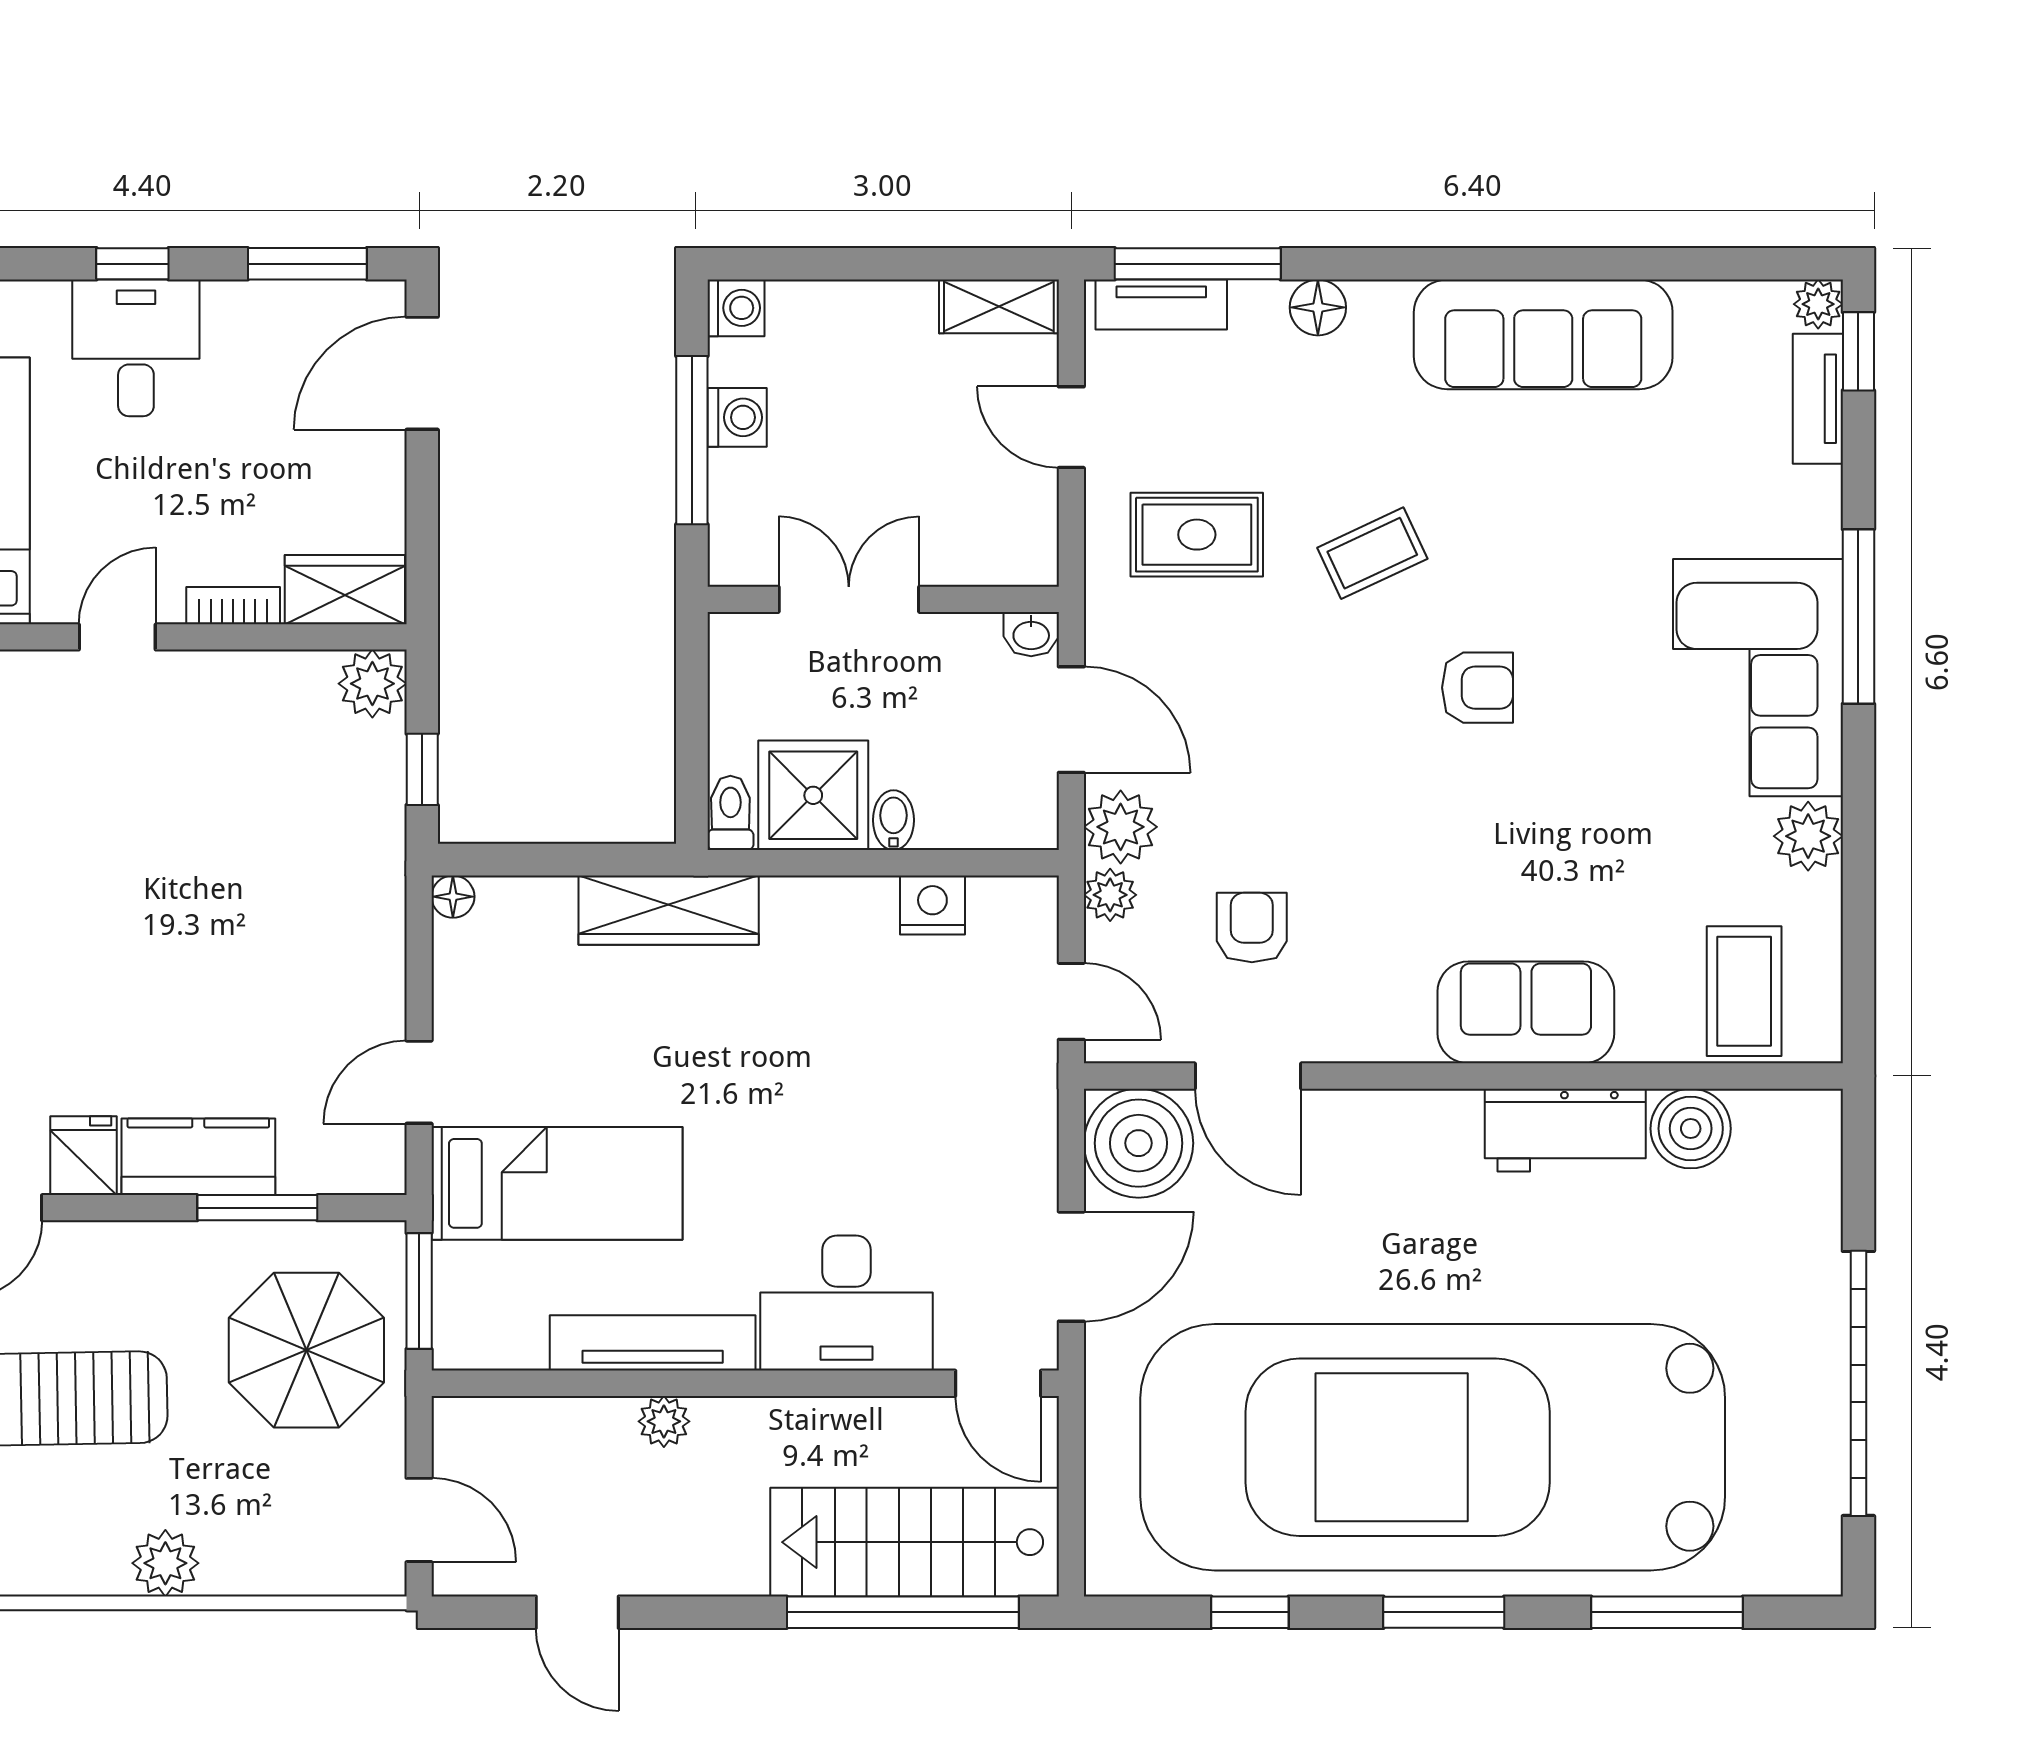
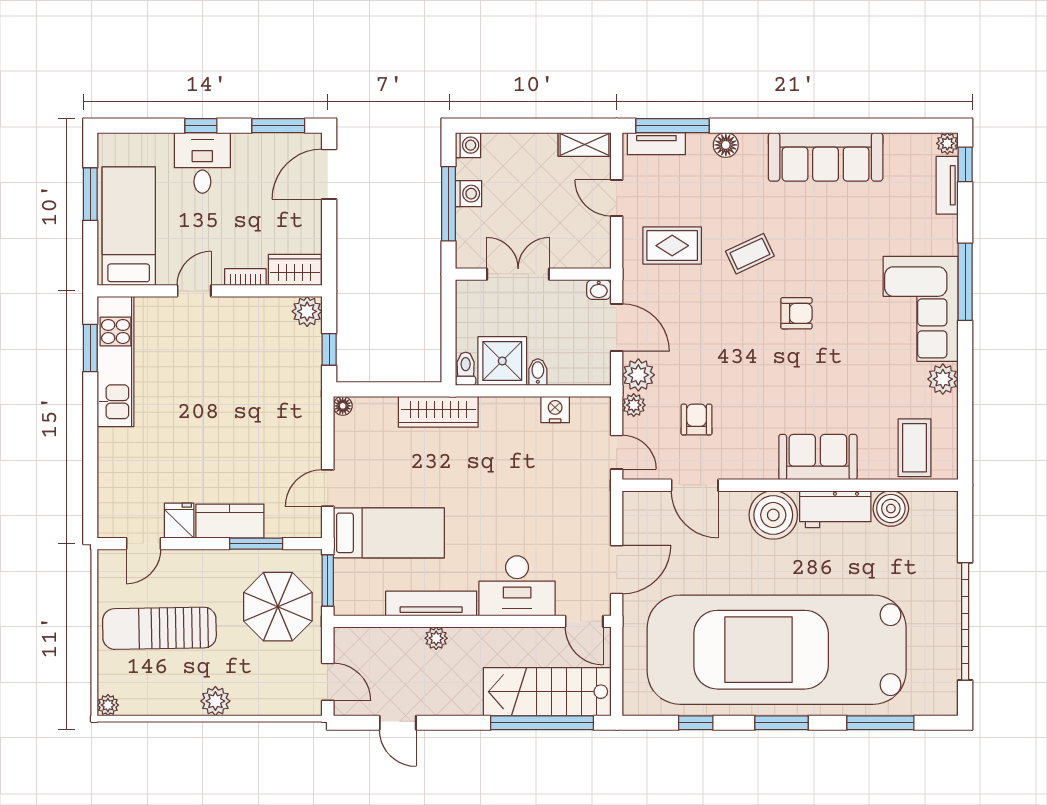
boiler: (1138, 1143) -> (773, 515), moved

